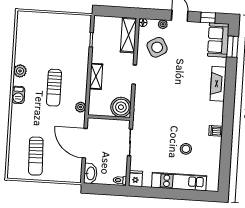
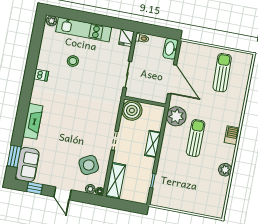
plant: (163, 24) -> (90, 189), moved
plant: (20, 71) -> (225, 170), moved
plant: (81, 107) -> (176, 116), width x1.87, depth x1.87
plant: (212, 186) -> (52, 21), added

